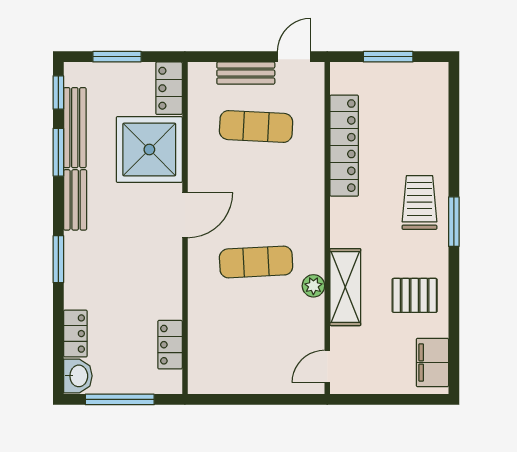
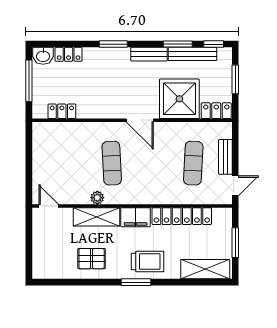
door: (294, 57) -> (235, 186), hinge flipped
shelving: (432, 107) -> (205, 269), added
pallet: (415, 295) -> (92, 259), turned 90
filing cabinet: (432, 362) -> (136, 217), moved, turned 180

